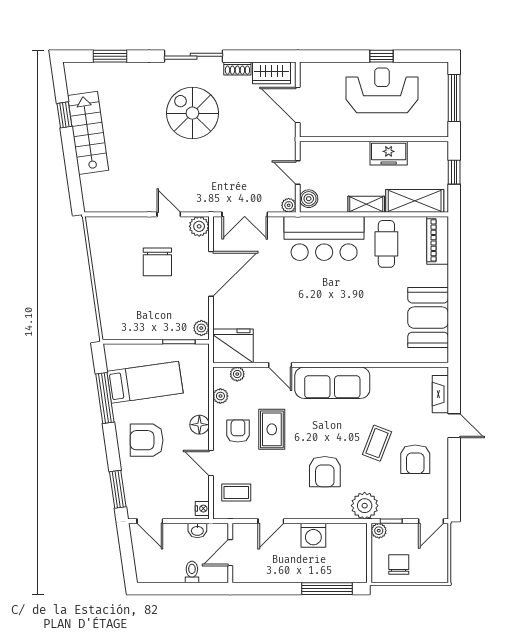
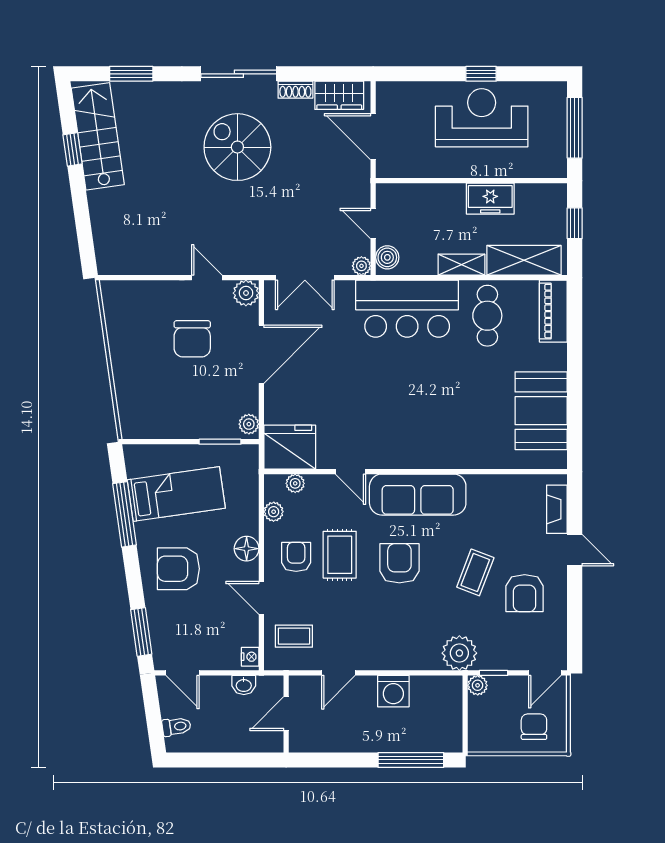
stairs: (88, 133) -> (98, 136), moved
armchair: (325, 472) -> (399, 563), moved, turned 180
chair: (399, 565) -> (534, 727), moved
toilet: (192, 572) -> (176, 727), moved, turned 82

